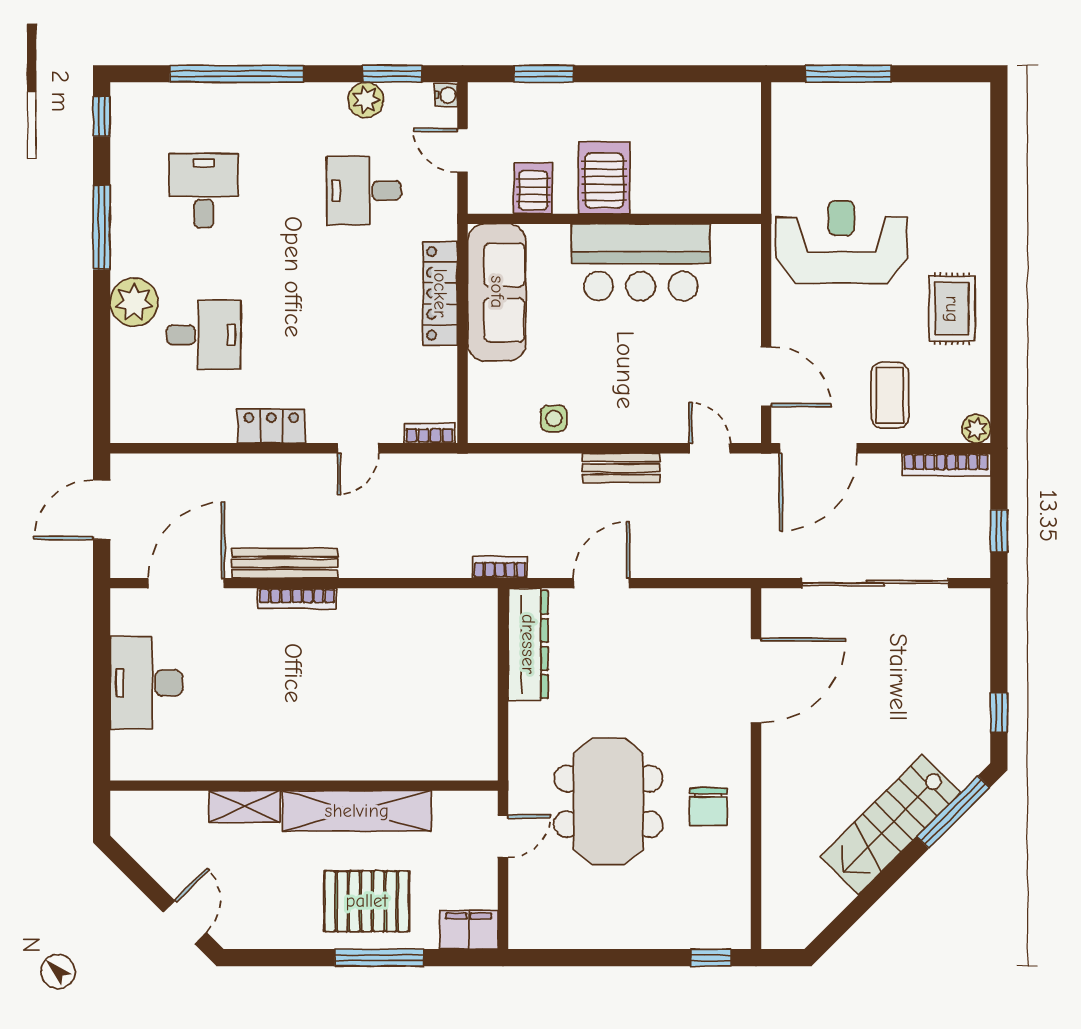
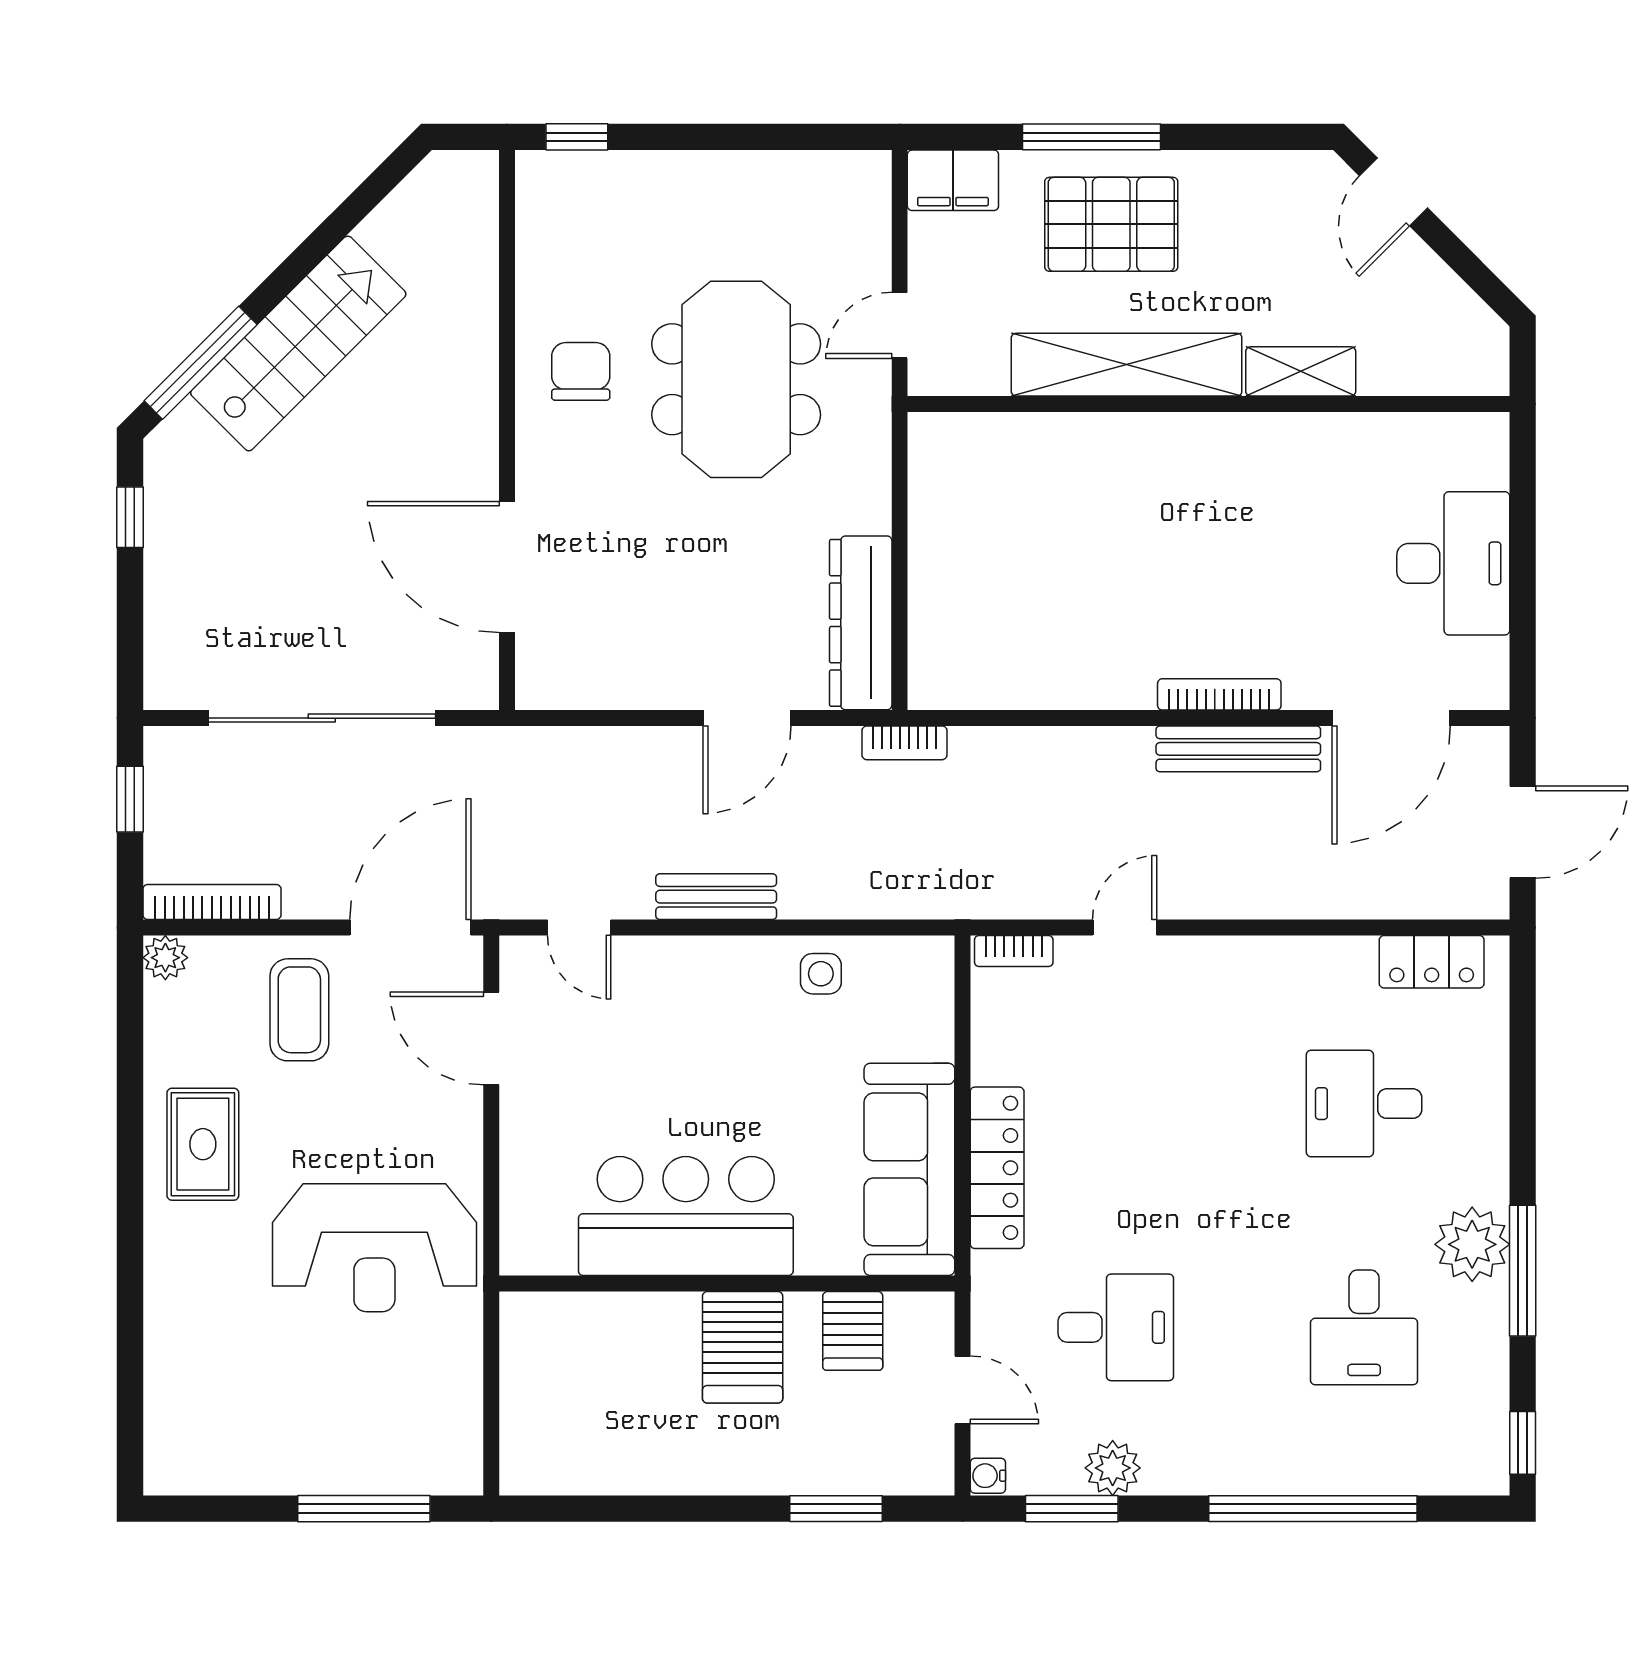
plant: (134, 302) -> (1472, 1244), moved
locker: (271, 426) -> (1432, 962), moved
door: (756, 681) -> (507, 567), hinge flipped

